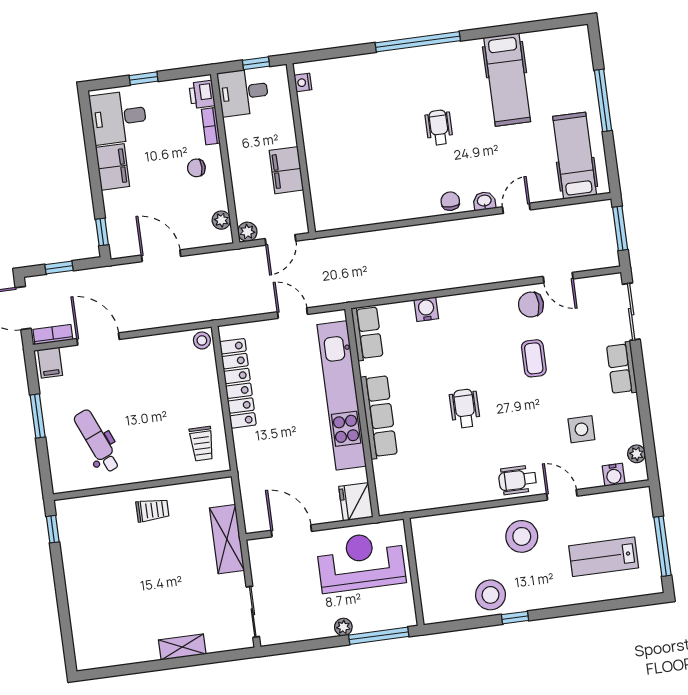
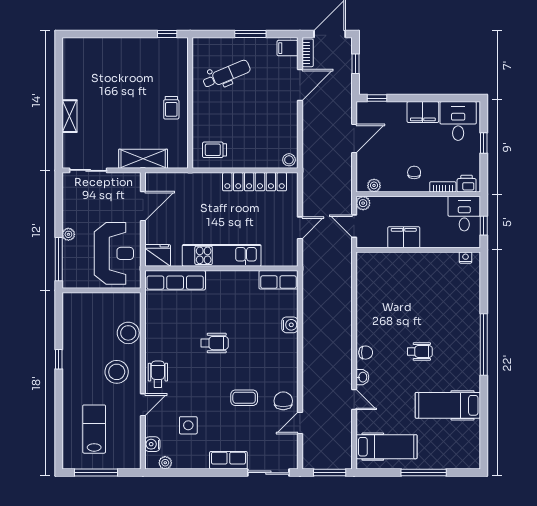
kitchen unit: (342, 395) -> (222, 255), width x0.73
row of seats: (379, 416) -> (175, 280), moved
stool: (491, 595) -> (128, 333), moved

